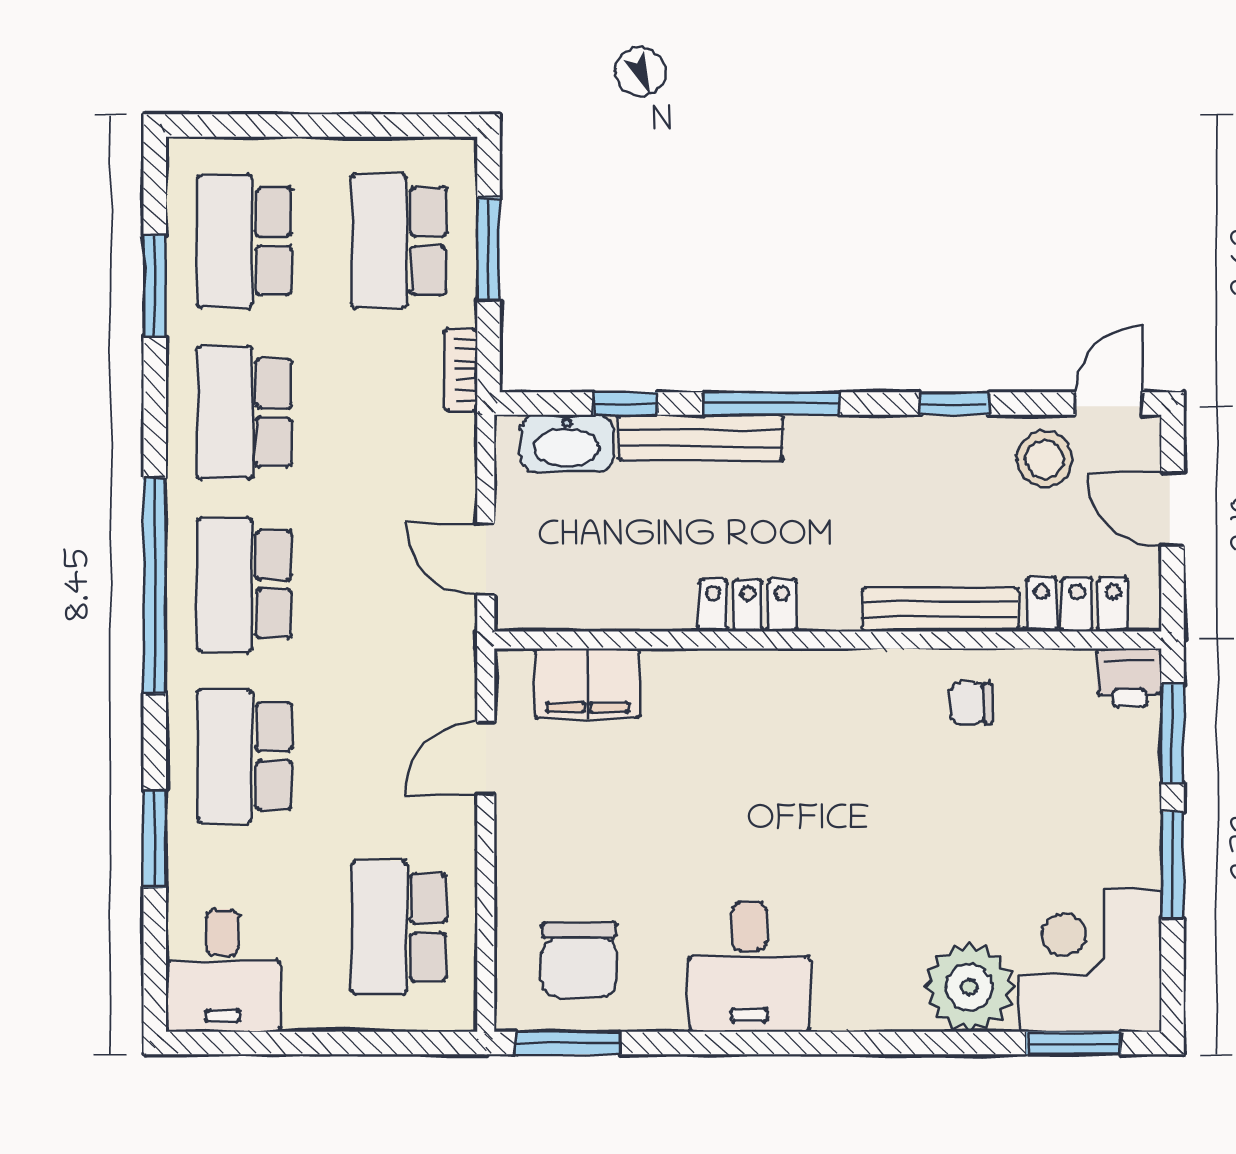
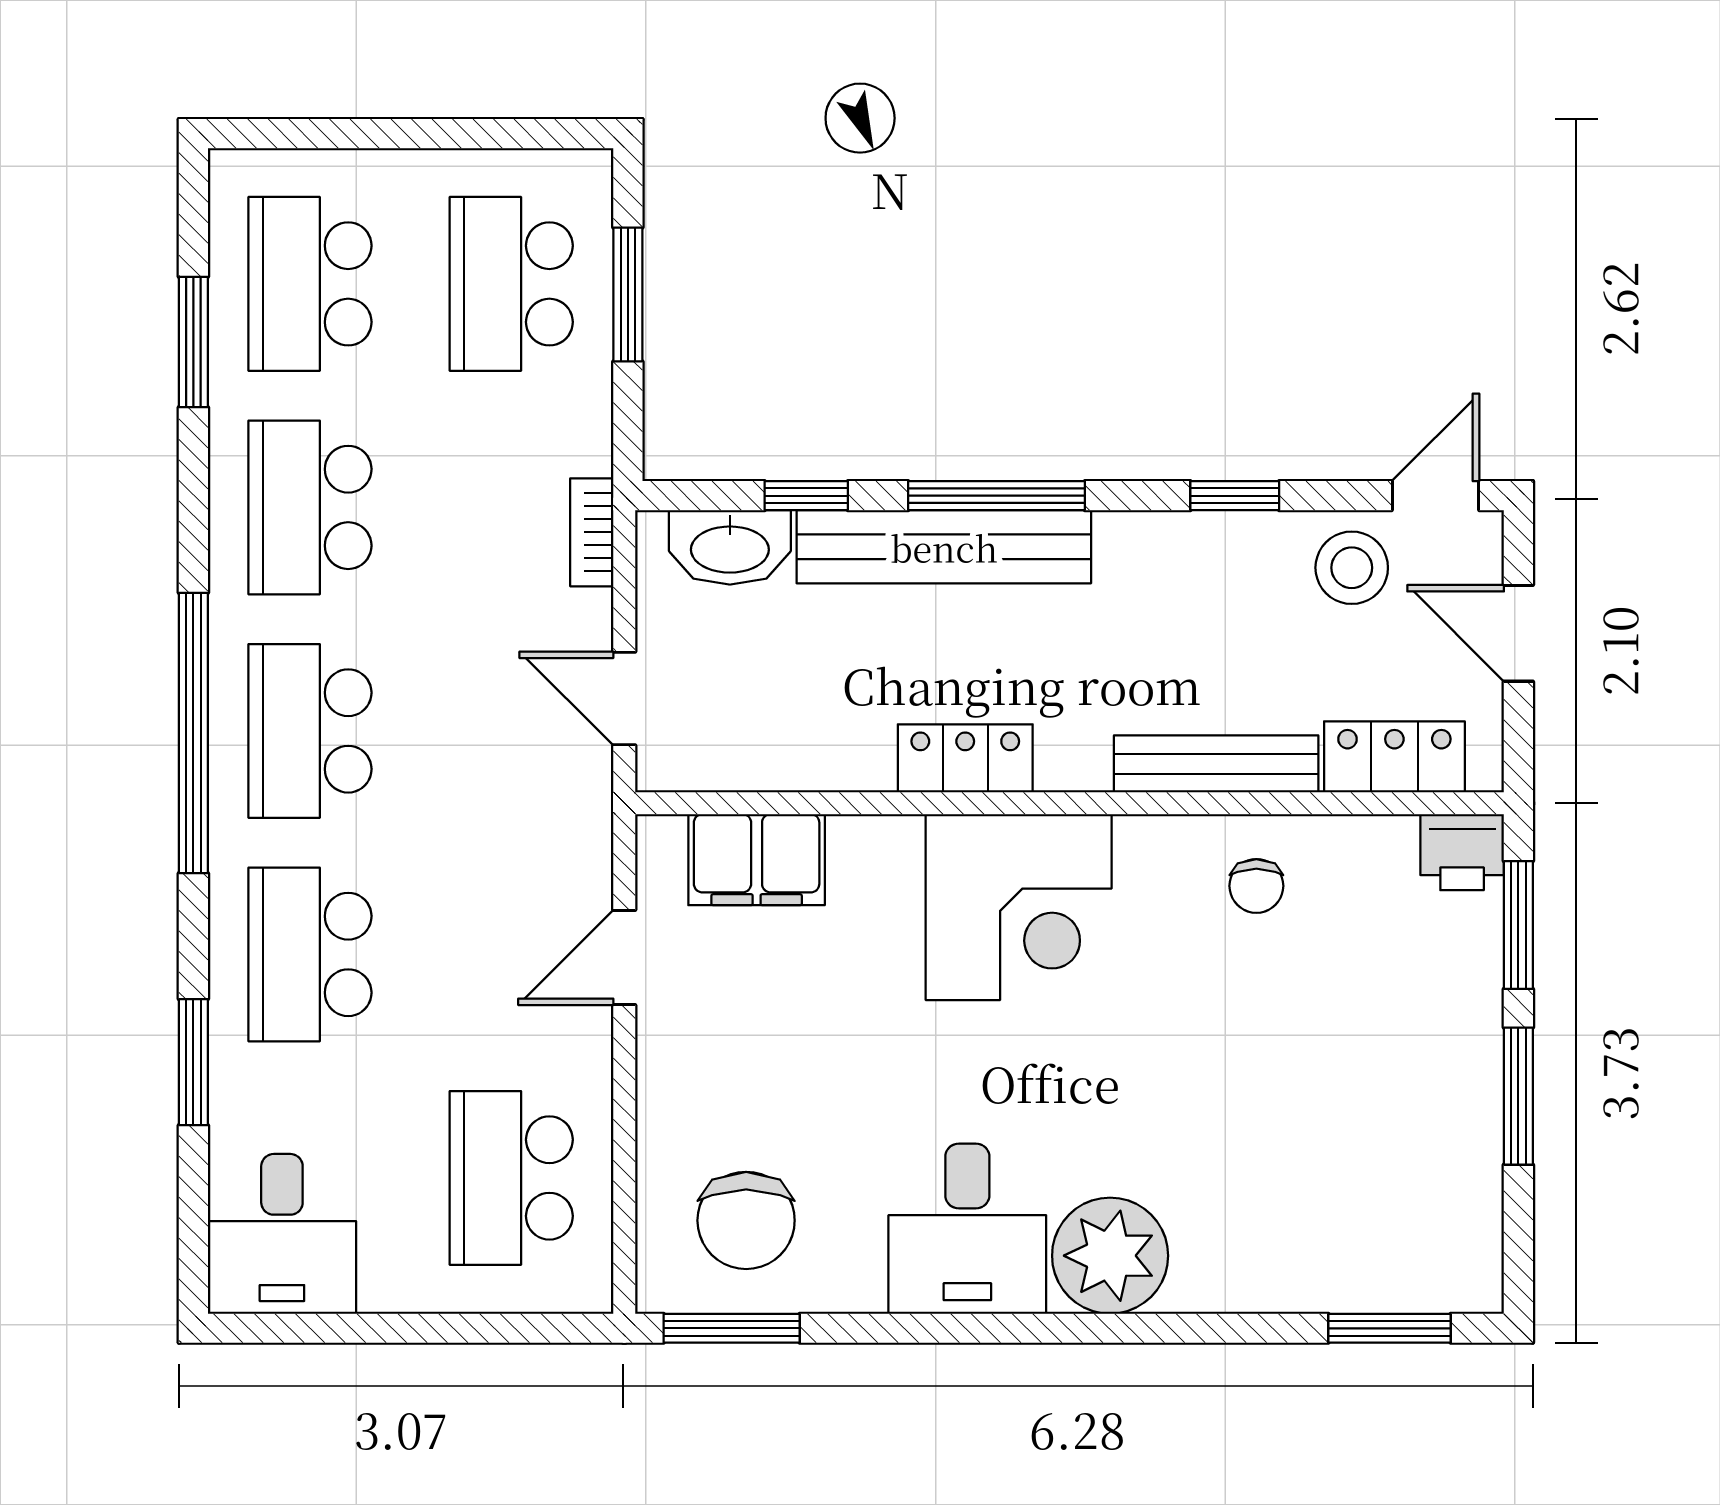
bookcase: (461, 370) -> (592, 532), moved
bench: (701, 438) -> (944, 547), width x1.37, depth x1.21
chair: (971, 703) -> (1256, 886), turned -90
corner desk: (1090, 961) -> (1019, 907), moved, turned 180
plant: (969, 987) -> (1110, 1256), moved

